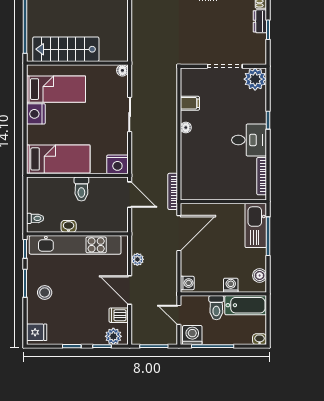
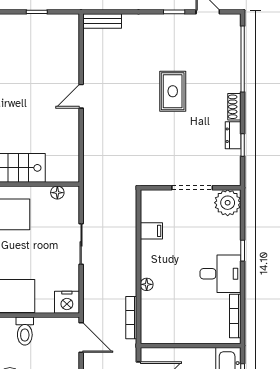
floor lamp: (122, 70) -> (57, 193), moved
floor lamp: (186, 128) -> (147, 284), moved
bookcase: (173, 191) -> (131, 318), moved

